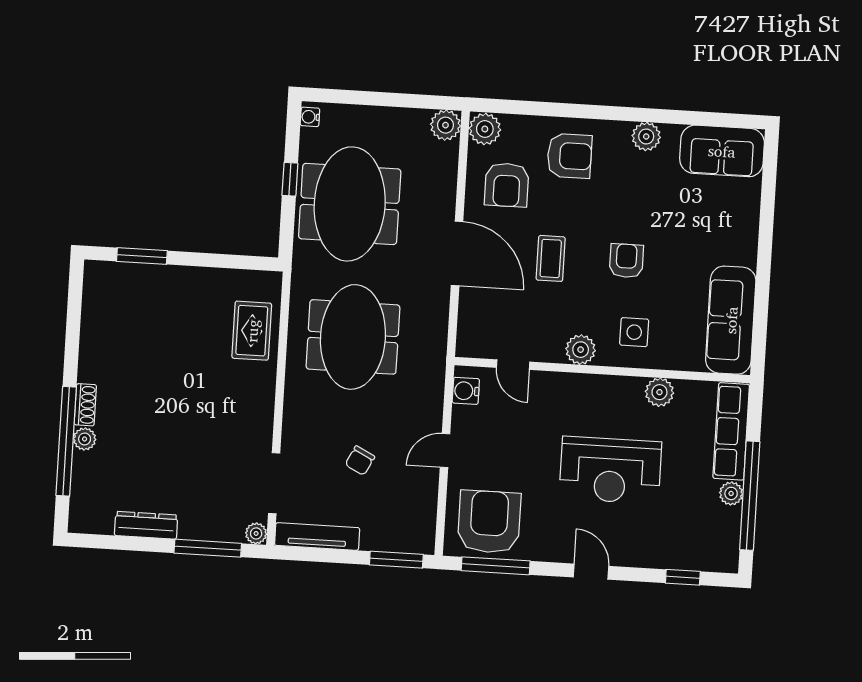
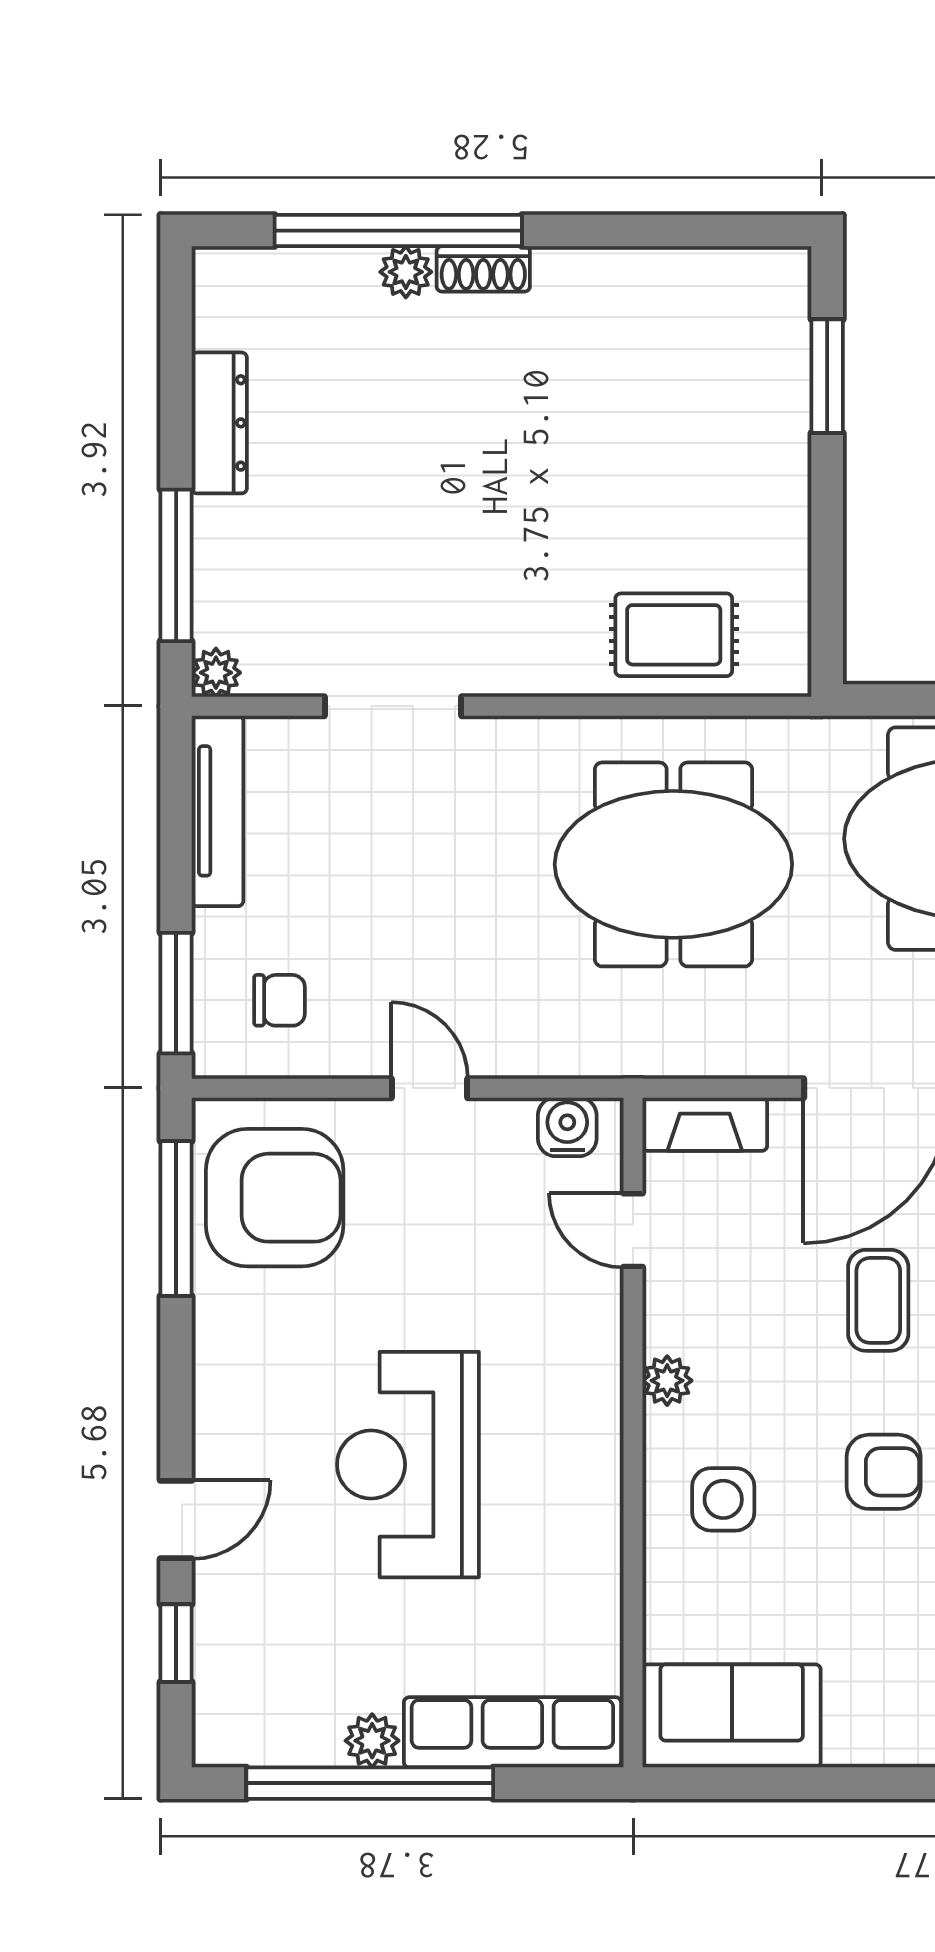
coffee table: (551, 258) -> (878, 1300), turned 90
sofa: (731, 320) -> (732, 1716), width x0.73
fireplace: (468, 330) -> (705, 1124), added
plant: (581, 350) -> (667, 1381), width x0.73, depth x0.73
door: (513, 365) -> (633, 1230), hinge flipped
plant: (659, 392) -> (591, 1565), removed
chair: (360, 461) -> (279, 1000), moved, turned 153
doorway: (274, 483) -> (393, 706), moved
door: (591, 572) -> (176, 1520), moved

